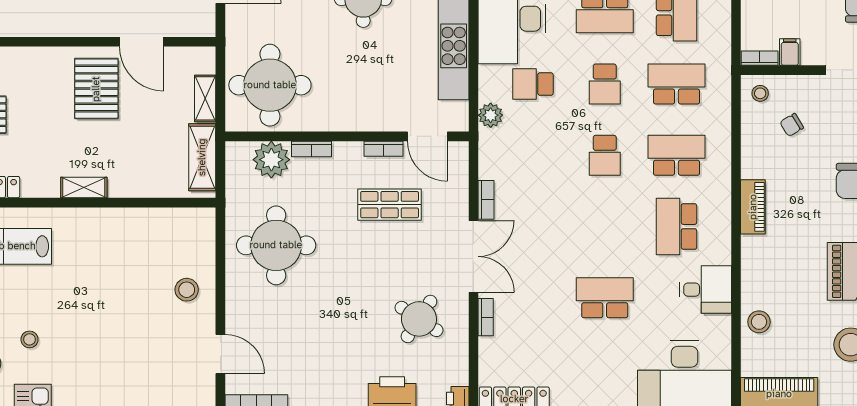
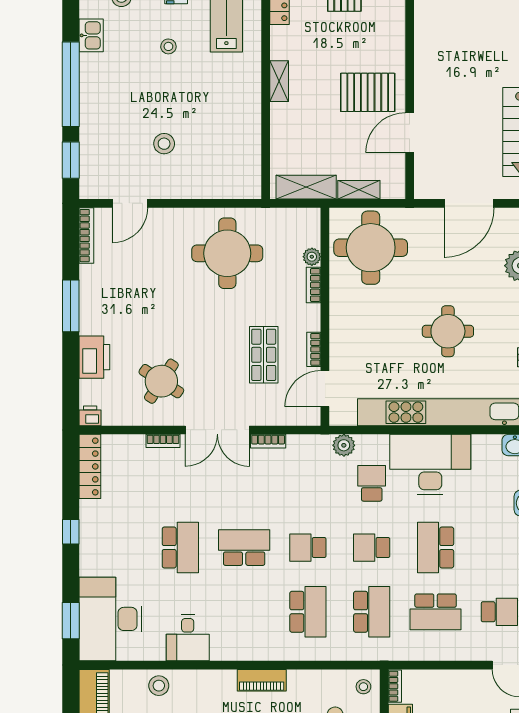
plant: (271, 160) -> (312, 257), width x0.53, depth x0.53
school desk: (676, 227) -> (244, 548), moved
stool: (187, 290) -> (164, 144), moved
stool: (29, 339) -> (168, 46), moved

